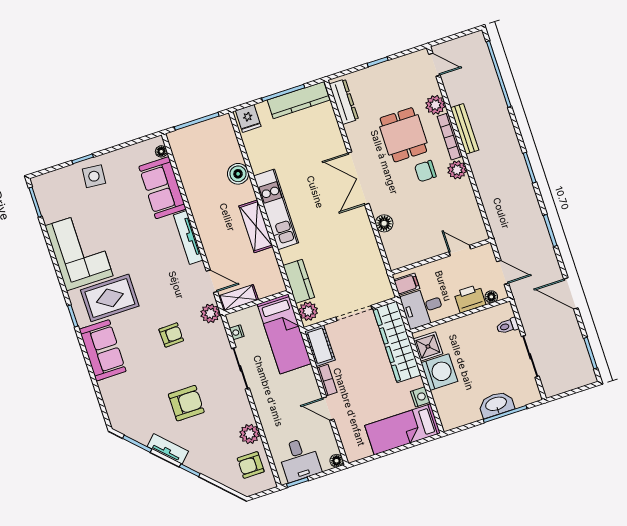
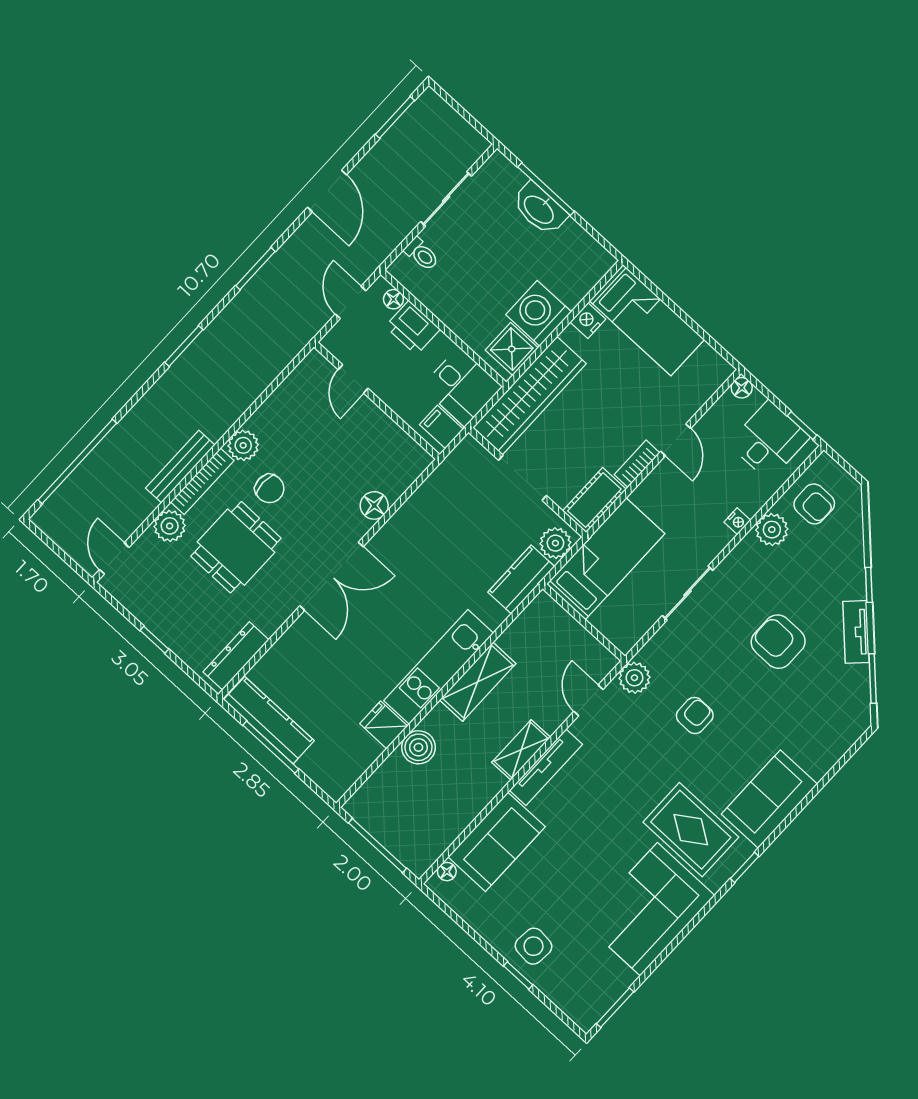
fridge: (248, 118) -> (384, 725), moved, turned -90
shelving: (238, 298) -> (521, 750), moved, turned 90
nightstand: (237, 332) -> (737, 521), moved
armchair: (171, 335) -> (695, 715), turned 92

